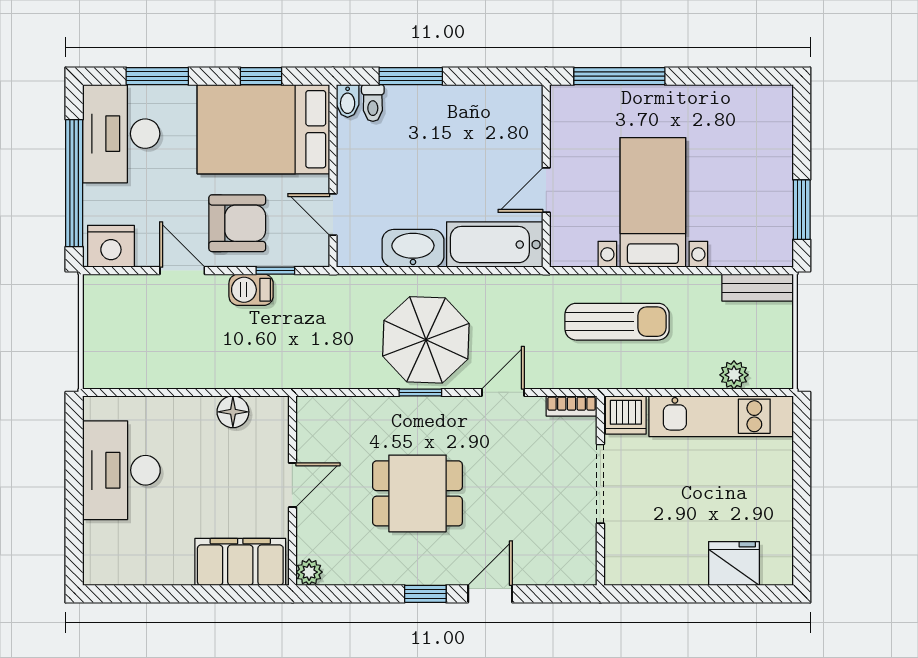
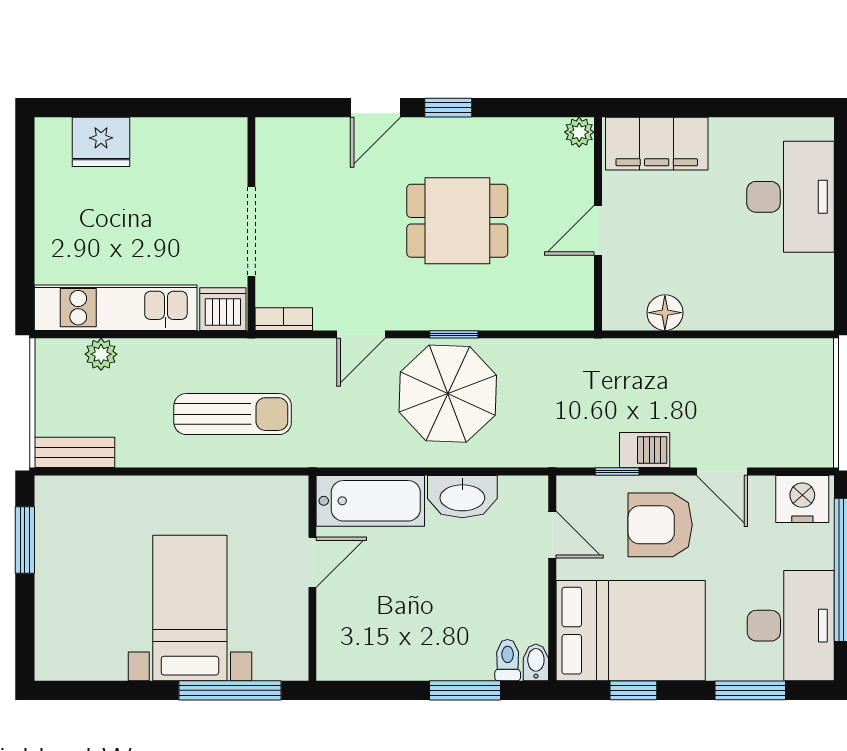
bed with nightstands: (653, 202) -> (190, 608), moved, turned 180
sun lounger: (617, 322) -> (233, 414), turned 180
desk: (121, 470) -> (791, 197), moved

